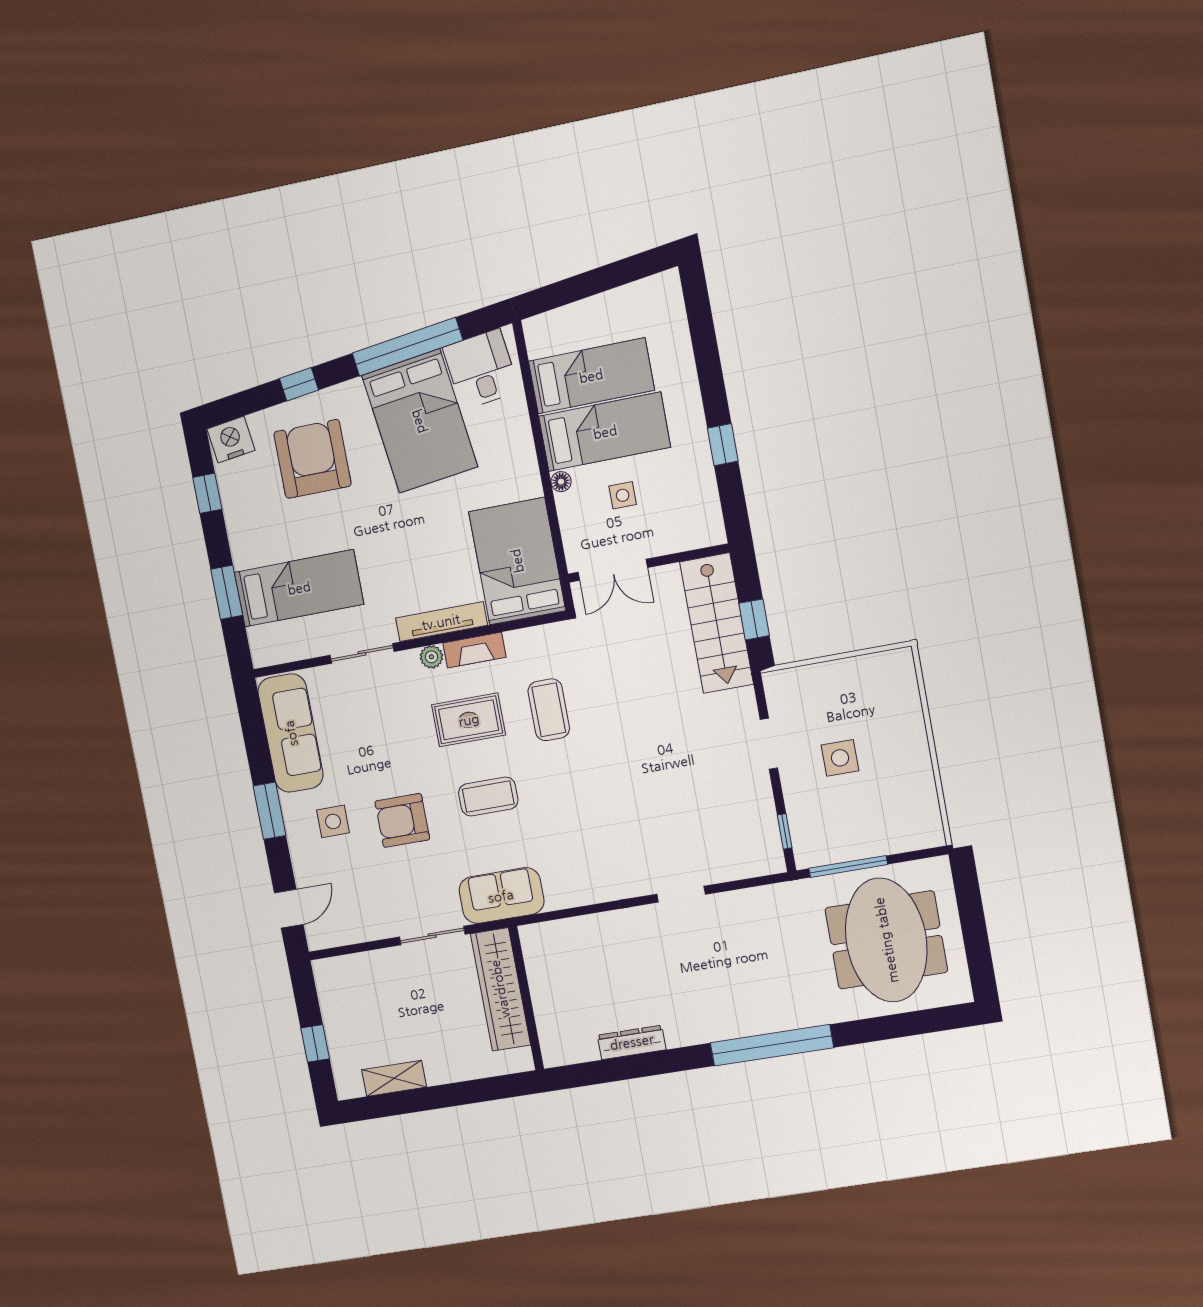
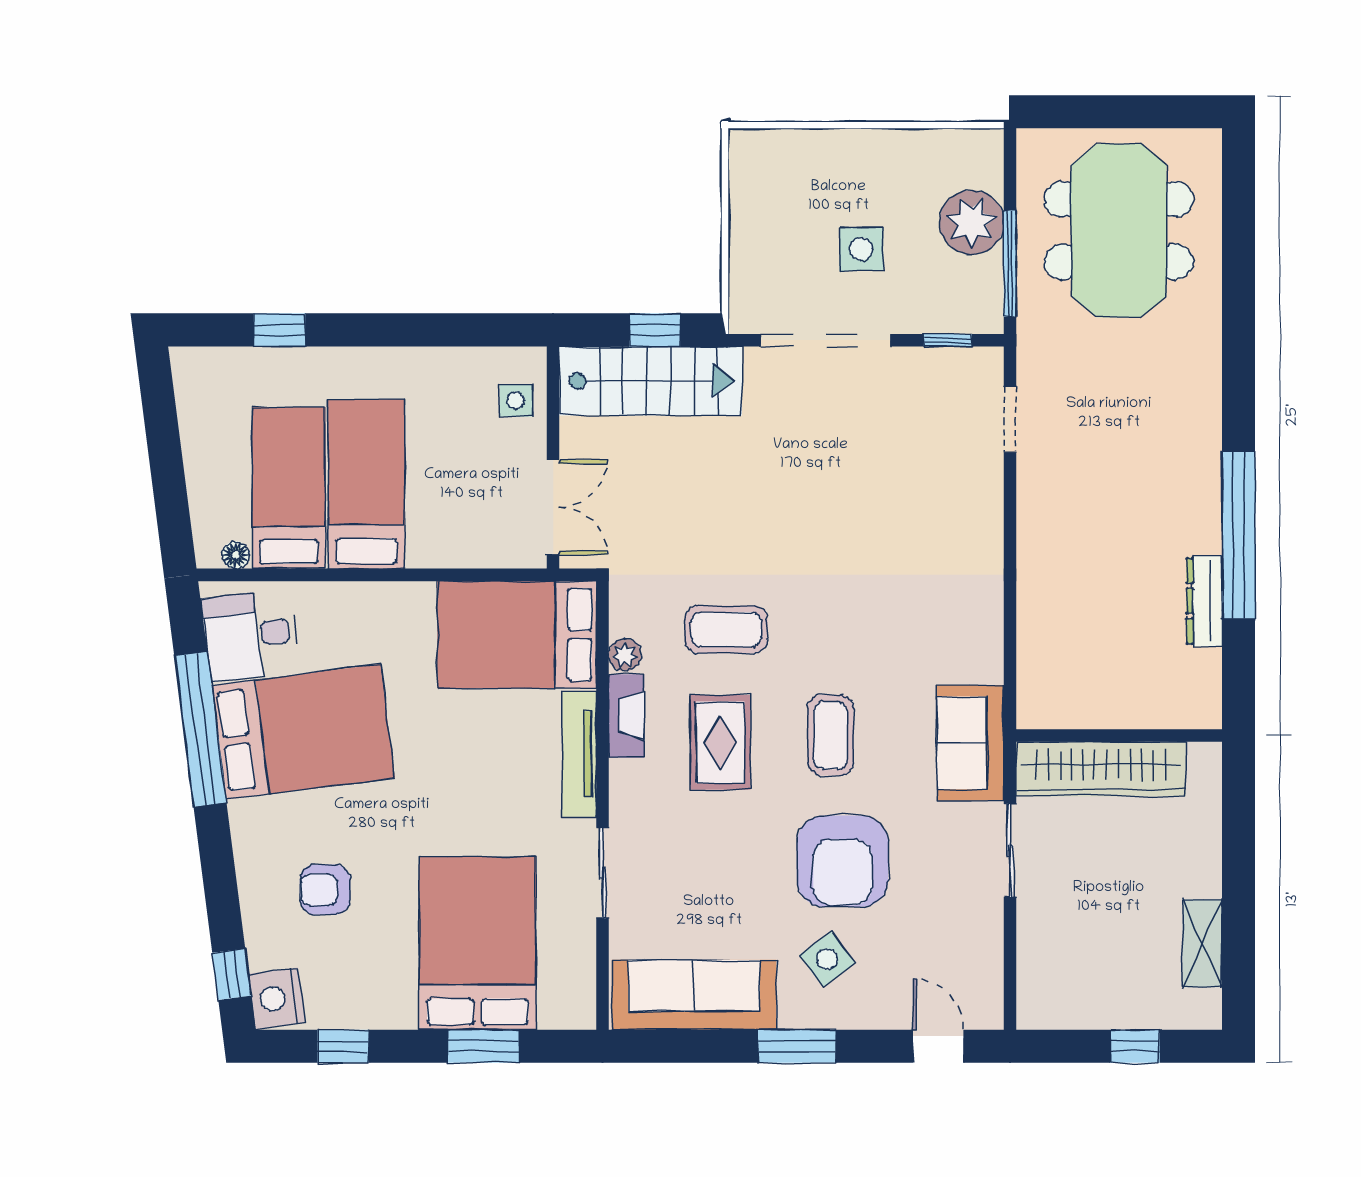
window: (299, 384) -> (232, 974), moved
window: (723, 445) -> (279, 330), moved
armchair: (312, 459) -> (325, 890), width x0.53, depth x0.53
floor lamp: (561, 482) -> (236, 555), moved
side table: (623, 495) -> (516, 401), moved
bed: (299, 588) -> (478, 943), width x1.50
plant: (431, 657) -> (625, 655), moved
doorway: (769, 744) -> (826, 340), width x1.87
armchair: (402, 820) -> (843, 861), width x1.36, depth x1.36
side table: (333, 821) -> (827, 959), turned -37
plant: (874, 834) -> (972, 222), added
doorway: (681, 894) -> (1010, 419), moved
meeting table: (886, 940) -> (1119, 231), turned 90
window: (772, 1045) -> (1239, 535), moved

